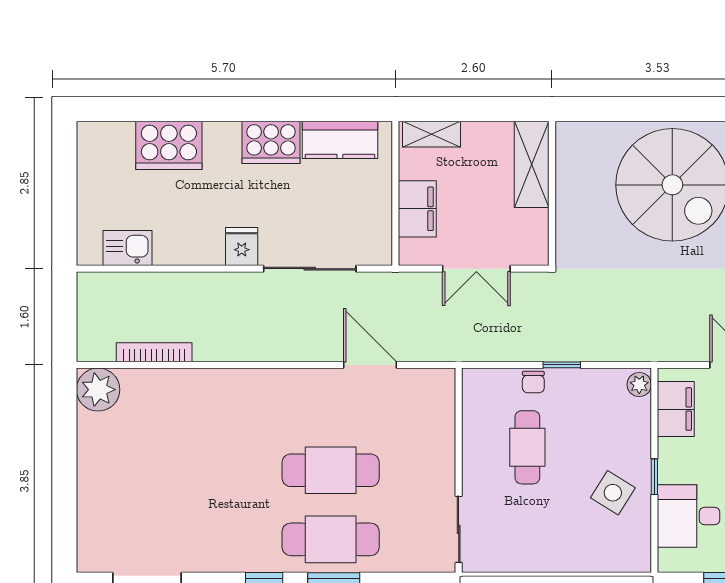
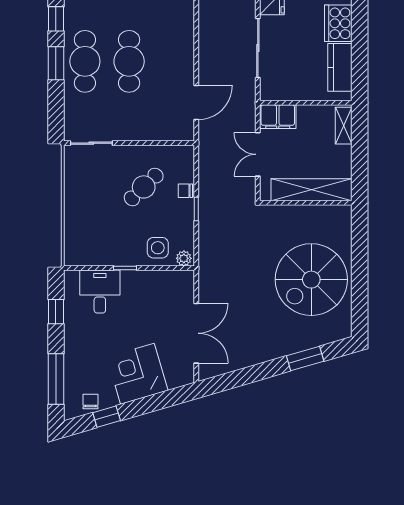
shelving: (532, 164) -> (312, 190), width x1.47
filing cabinet: (417, 209) -> (278, 117), moved
door: (370, 365) -> (196, 102), moved
filing cabinet: (676, 409) -> (168, 282), removed
cafe table: (527, 447) -> (144, 187), turned -44
side table: (613, 493) -> (158, 248), moved, turned -32

